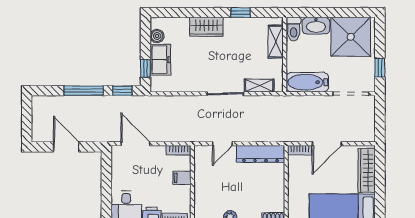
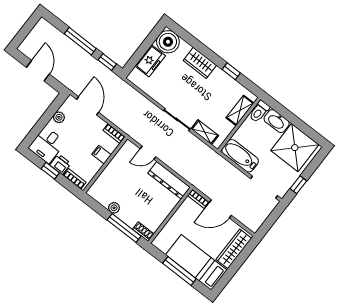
boiler: (157, 36) -> (168, 42), width x1.86, depth x1.86
window: (145, 68) -> (135, 59), removed
plant: (118, 174) -> (59, 117), added

